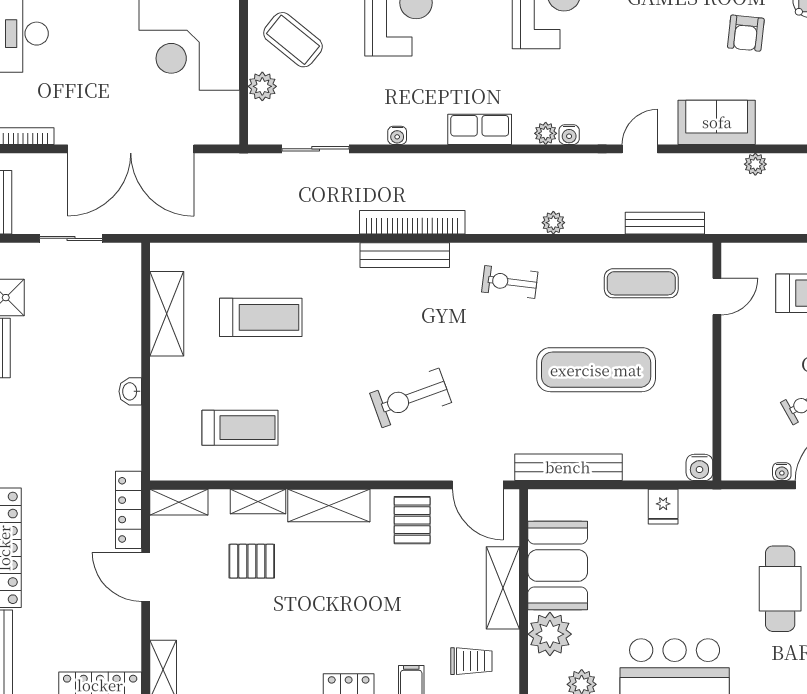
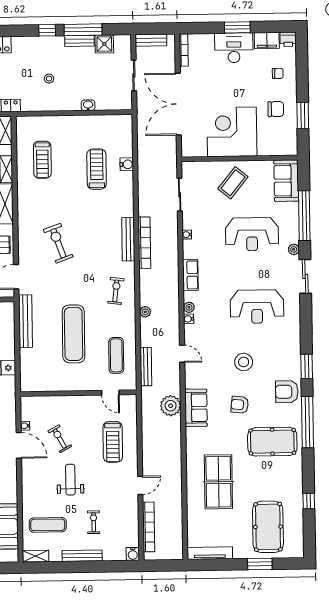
stool: (659, 24) -> (244, 362), added
plant: (262, 86) -> (210, 168), removed
sofa: (717, 122) -> (196, 408), moved
plant: (755, 164) -> (171, 406), width x1.88, depth x1.88
shelving: (167, 314) -> (98, 123), removed
treadmill: (261, 317) -> (97, 169), turned 180
washbasin: (130, 391) -> (88, 105), moved
stool: (75, 412) -> (49, 79), added
water cooler: (699, 467) -> (127, 164), moved, turned 180

